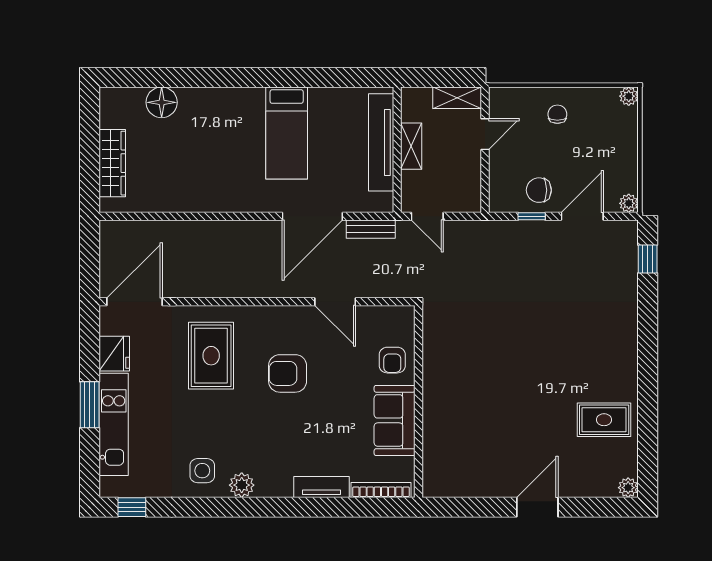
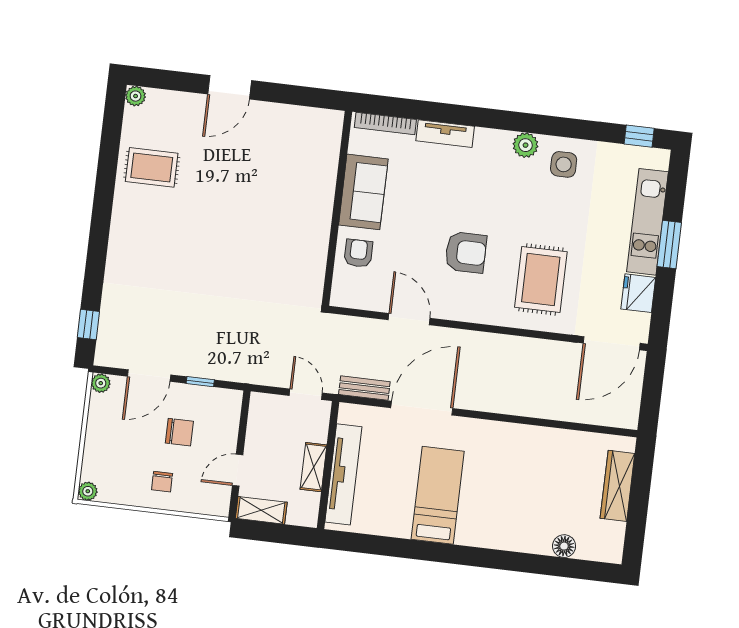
floor lamp: (162, 102) -> (564, 546), width x0.73, depth x0.73
chair: (539, 190) -> (179, 432), moved

